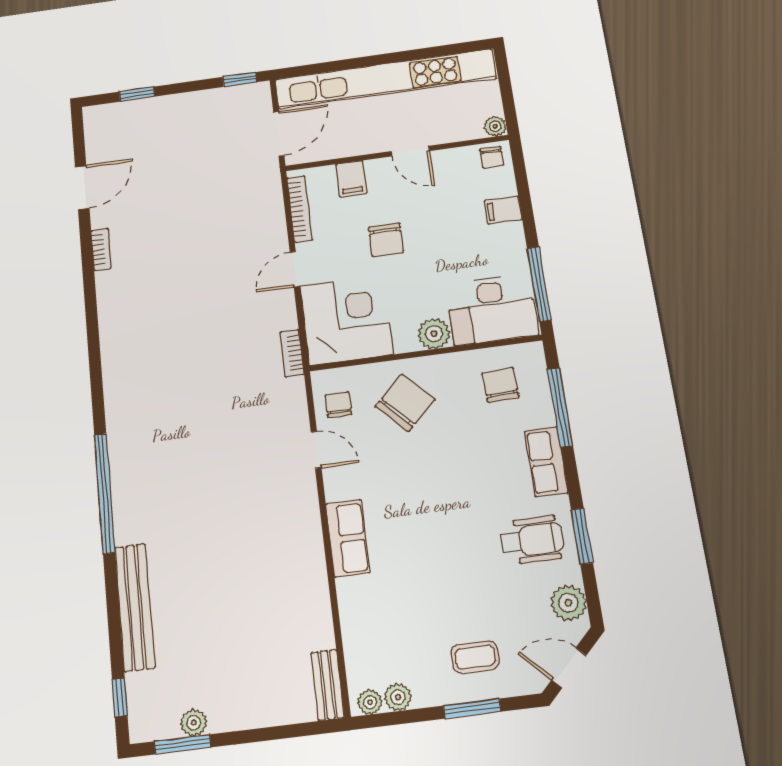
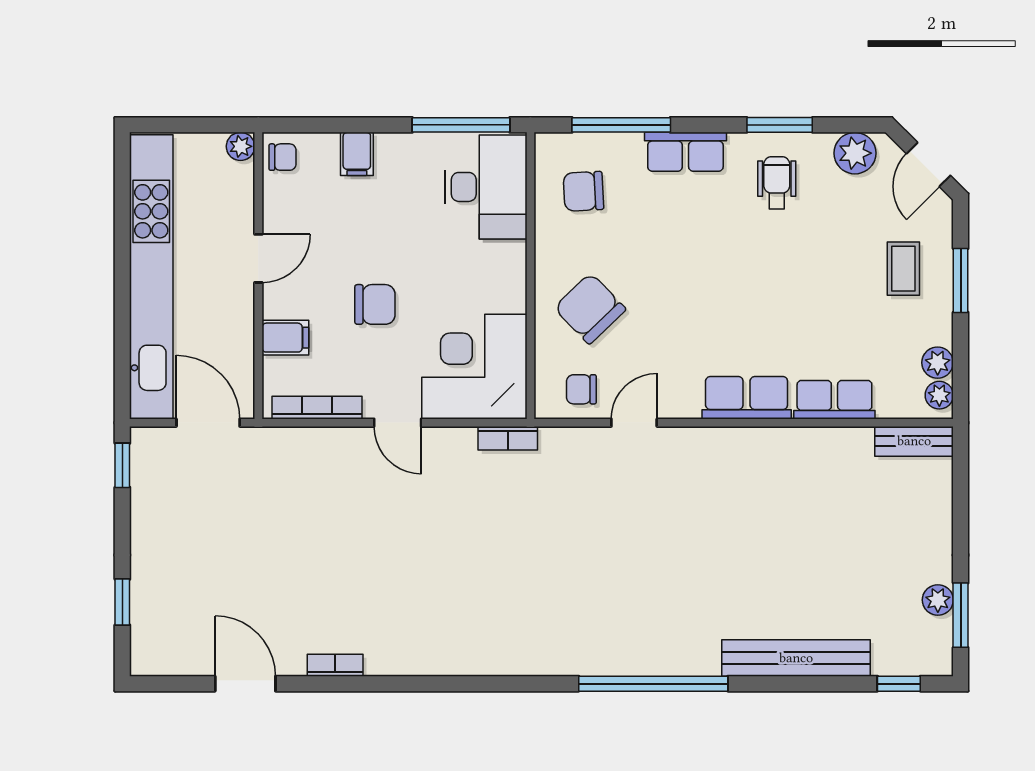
plant: (434, 334) -> (507, 262), removed
wheelchair: (532, 540) -> (777, 183), width x0.73, depth x0.73
row of seats: (355, 612) -> (834, 400), added

